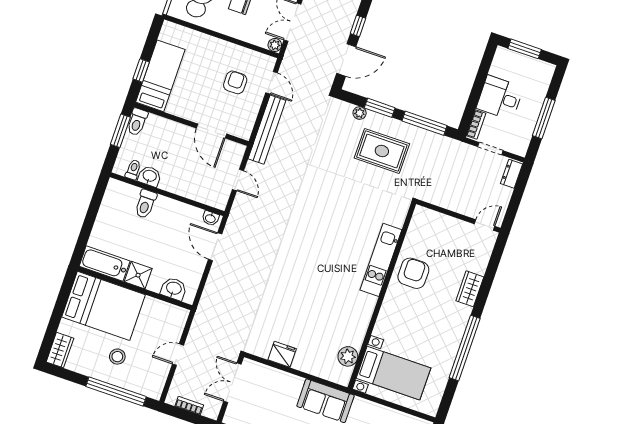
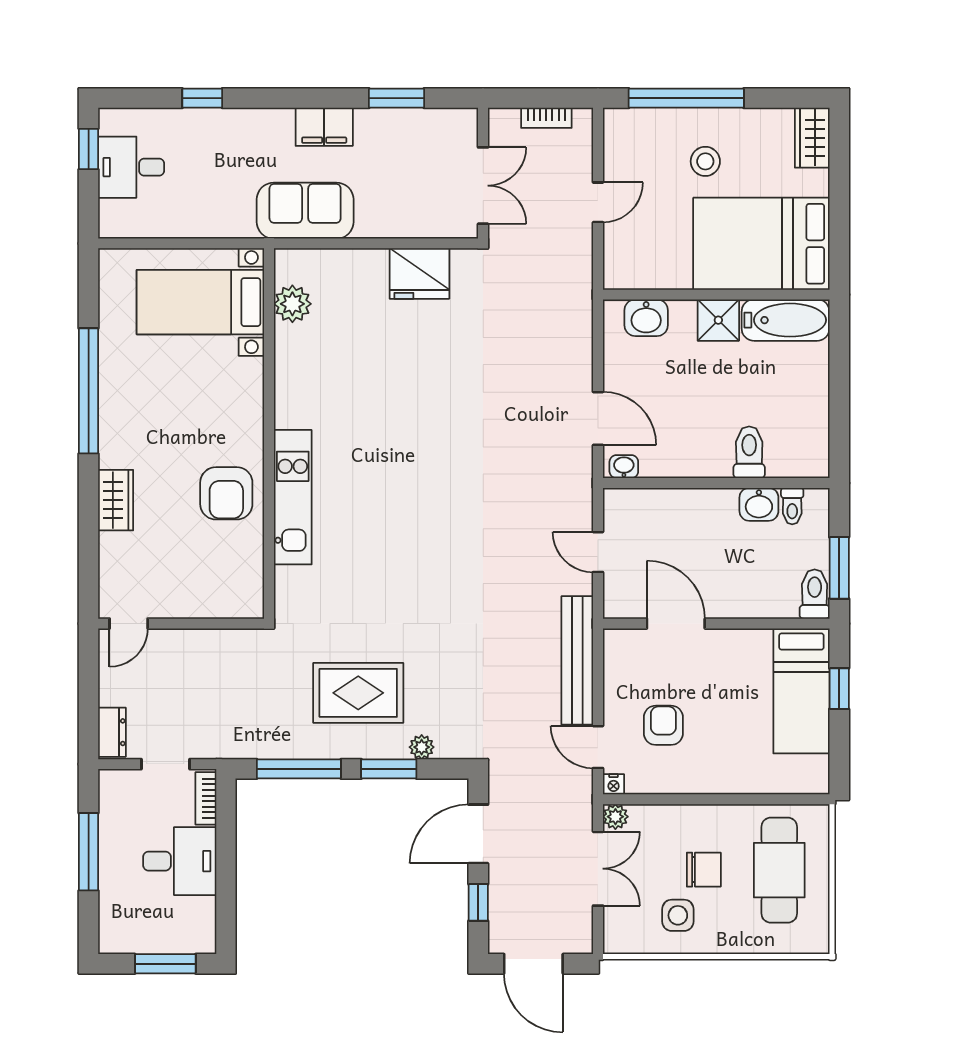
nightstand: (270, 61) -> (614, 784), added
armchair: (235, 82) -> (663, 725), turned 180
fridge: (282, 354) -> (419, 274), width x1.36, depth x1.34

